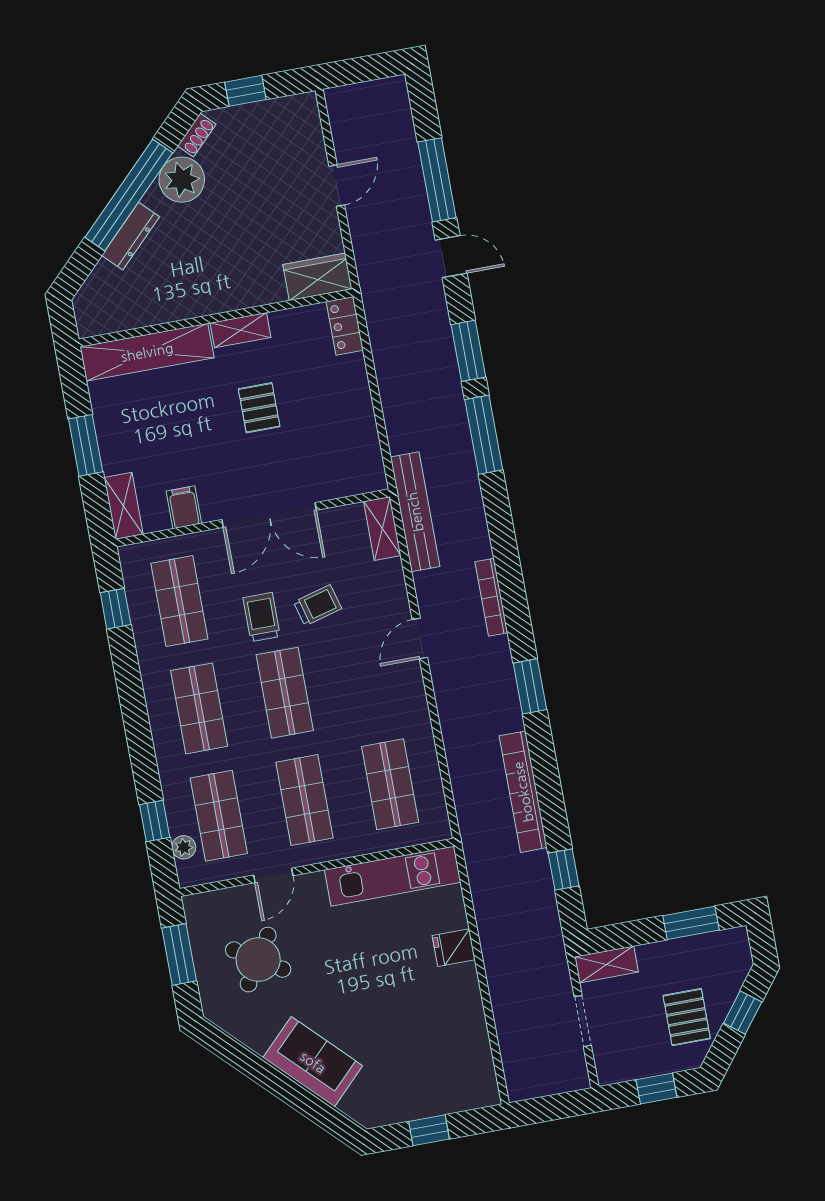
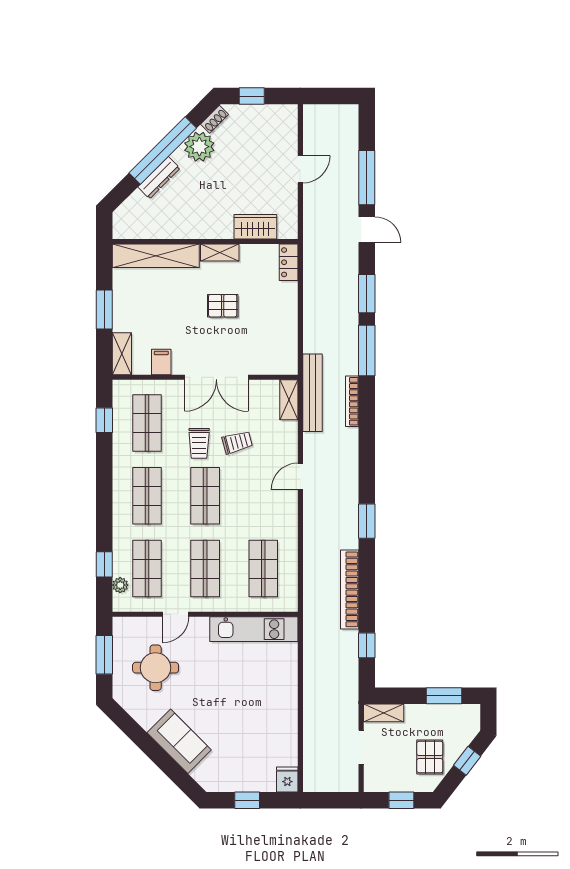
wardrobe: (317, 277) -> (255, 227), moved
pallet: (259, 408) -> (223, 306), turned 90
bookcase: (491, 597) -> (352, 401), moved
trolley: (262, 617) -> (199, 443), turned 180
fridge: (454, 948) -> (287, 780), moved, turned 90
round table: (258, 960) -> (156, 668), turned -32

